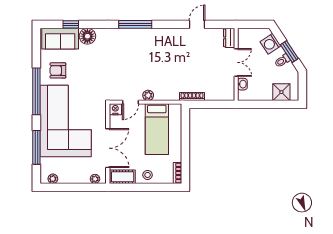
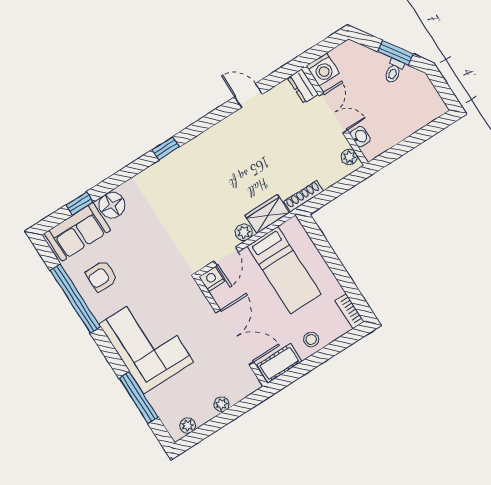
window: (135, 24) -> (166, 148), width x0.46
door: (197, 24) -> (248, 95), hinge flipped
washing machine: (270, 44) -> (323, 70), moved, turned -56
window: (36, 91) -> (75, 299), moved
plant: (230, 91) -> (349, 157), added
shower: (281, 92) -> (419, 114), removed
wardrobe: (167, 94) -> (267, 214), added
corner sofa: (66, 121) -> (146, 343), width x0.73, depth x0.74
plant: (95, 179) -> (222, 404), moved

